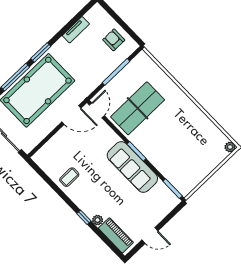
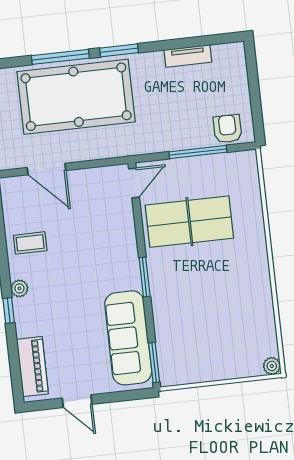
armchair: (114, 40) -> (228, 129), moved
door: (71, 115) -> (46, 169), moved
sofa: (132, 167) -> (128, 338), moved
plant: (98, 220) -> (19, 288), moved

